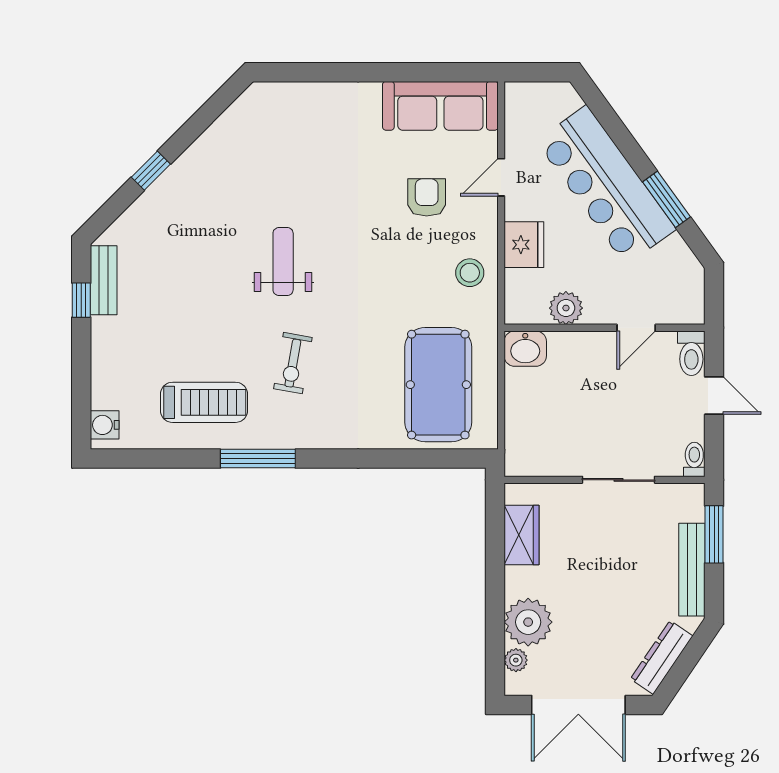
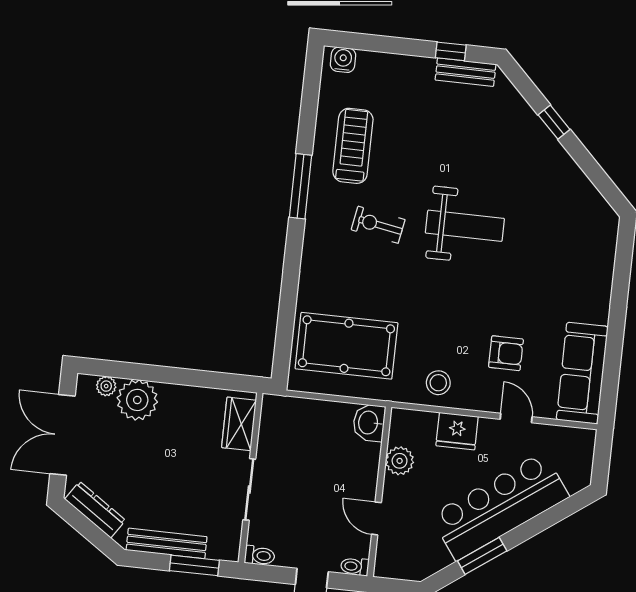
weight bench: (283, 262) -> (465, 226), width x1.36, depth x1.33
toilet: (691, 353) -> (355, 566), width x0.73, depth x0.72
treadmill: (204, 402) -> (353, 146), turned 180
wardrobe: (522, 535) -> (239, 424), moved, turned 90

